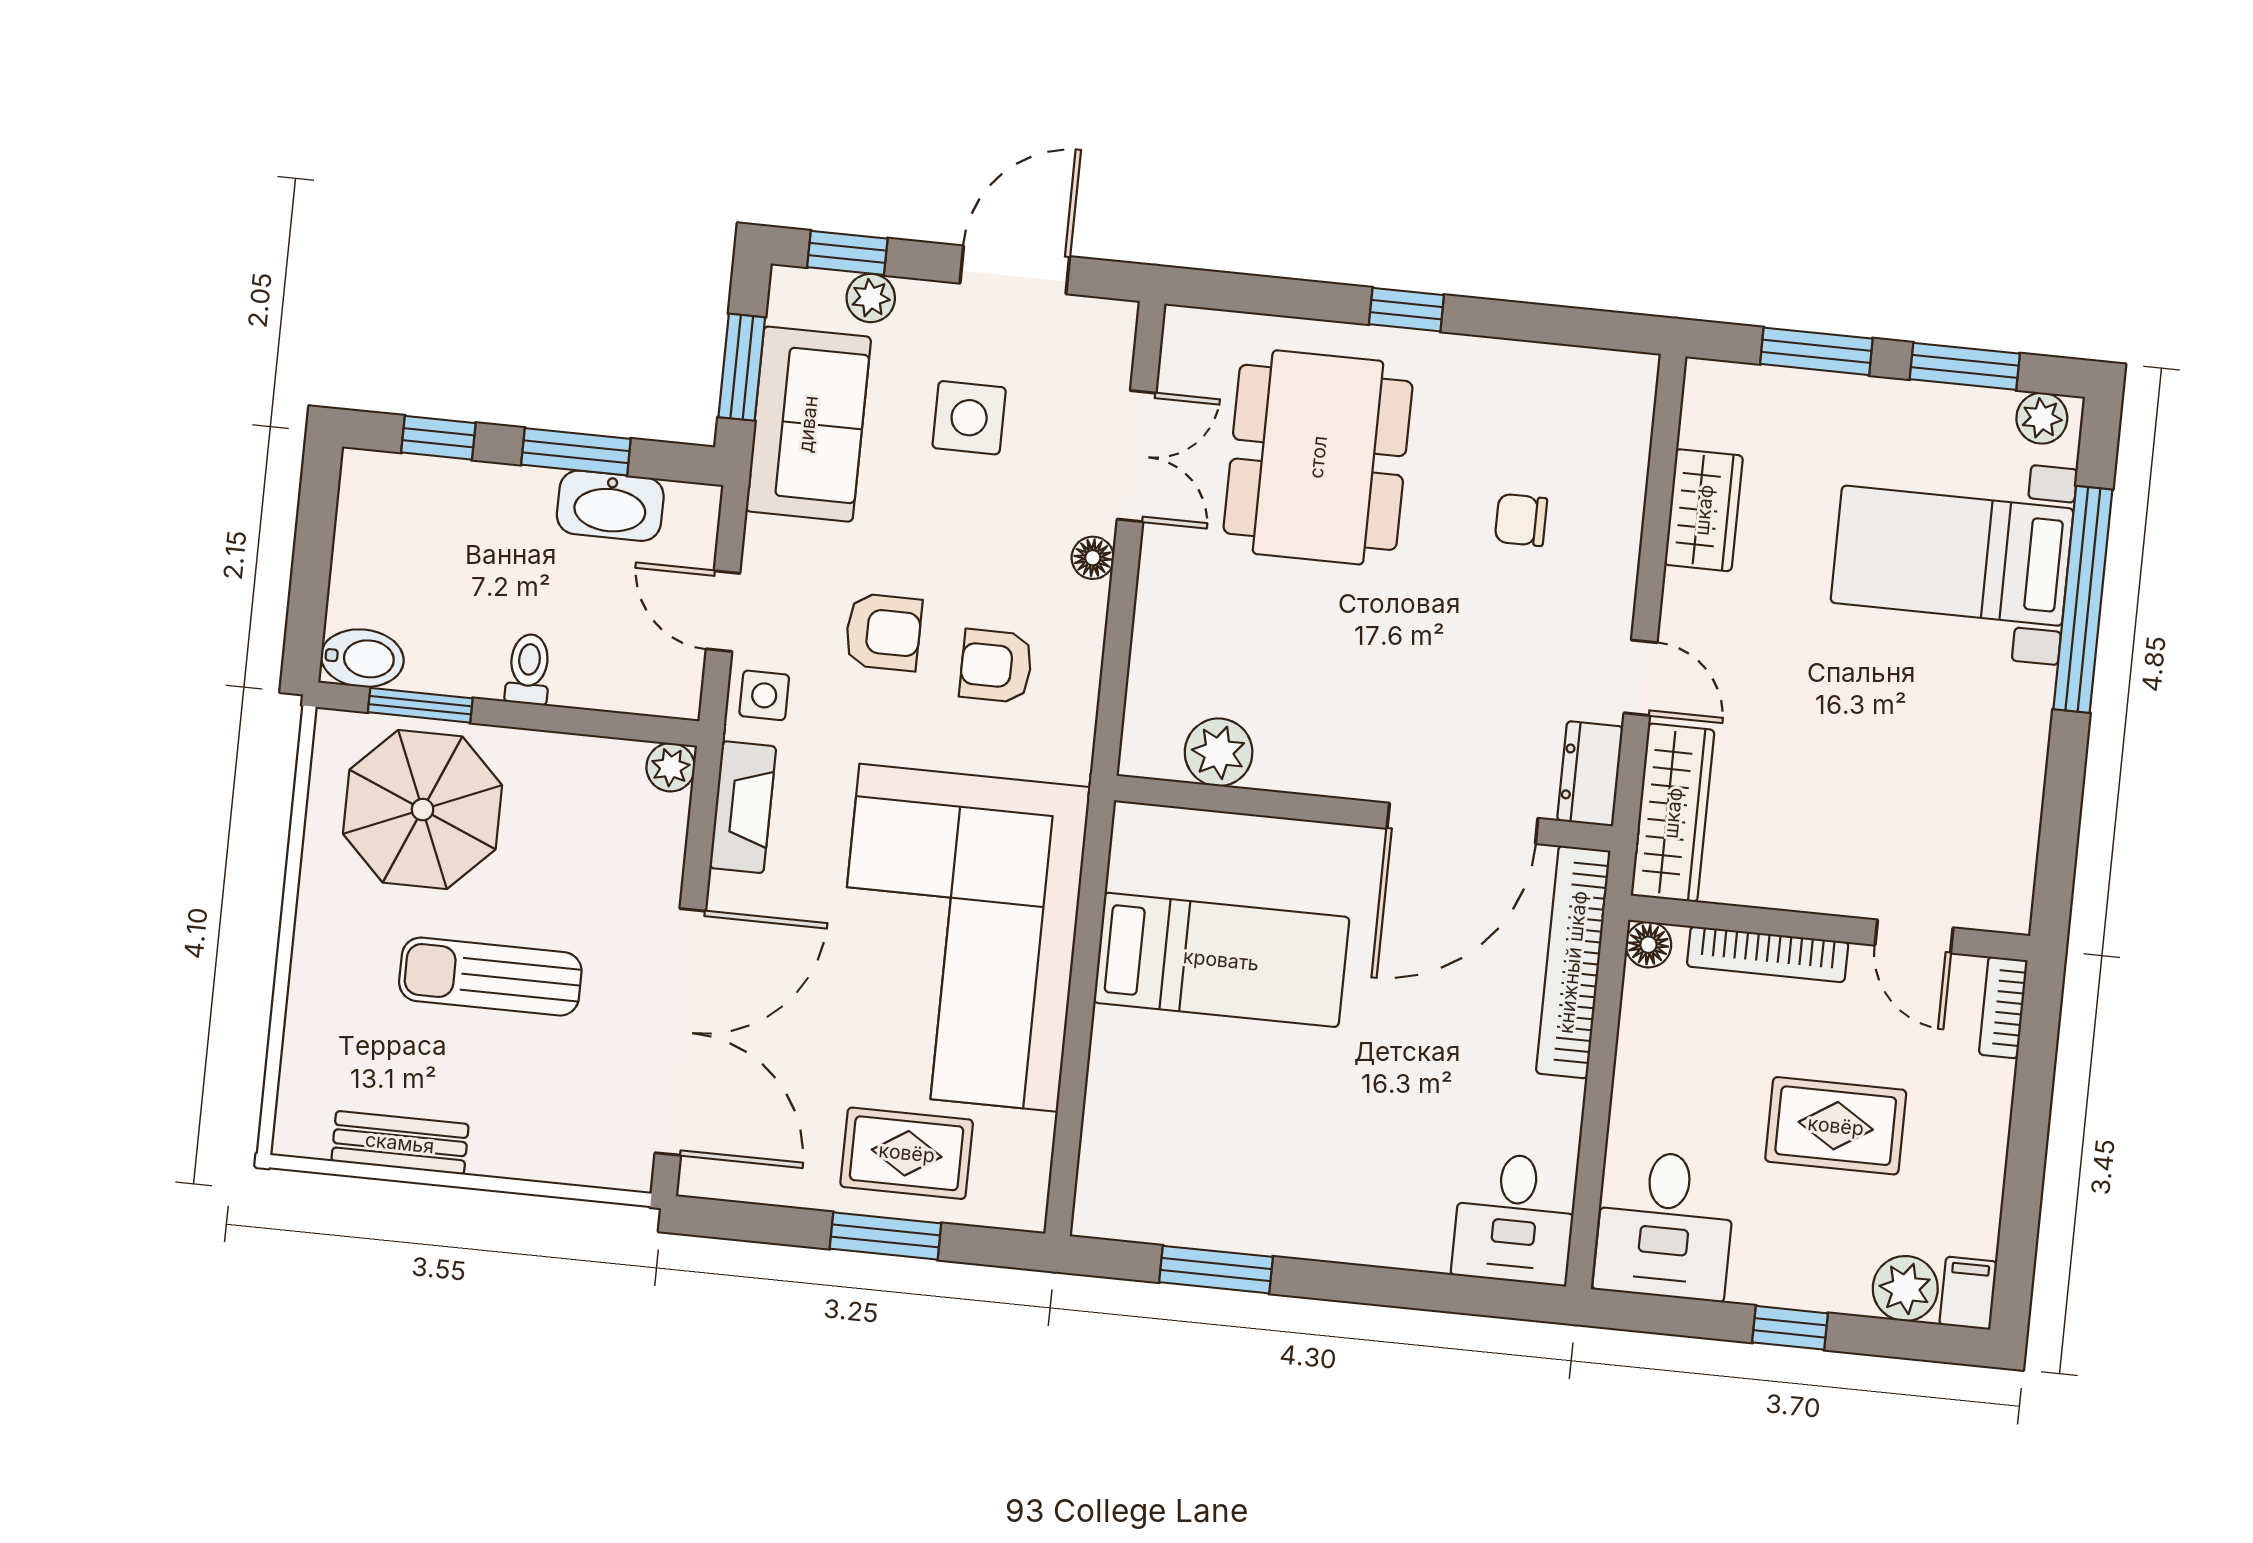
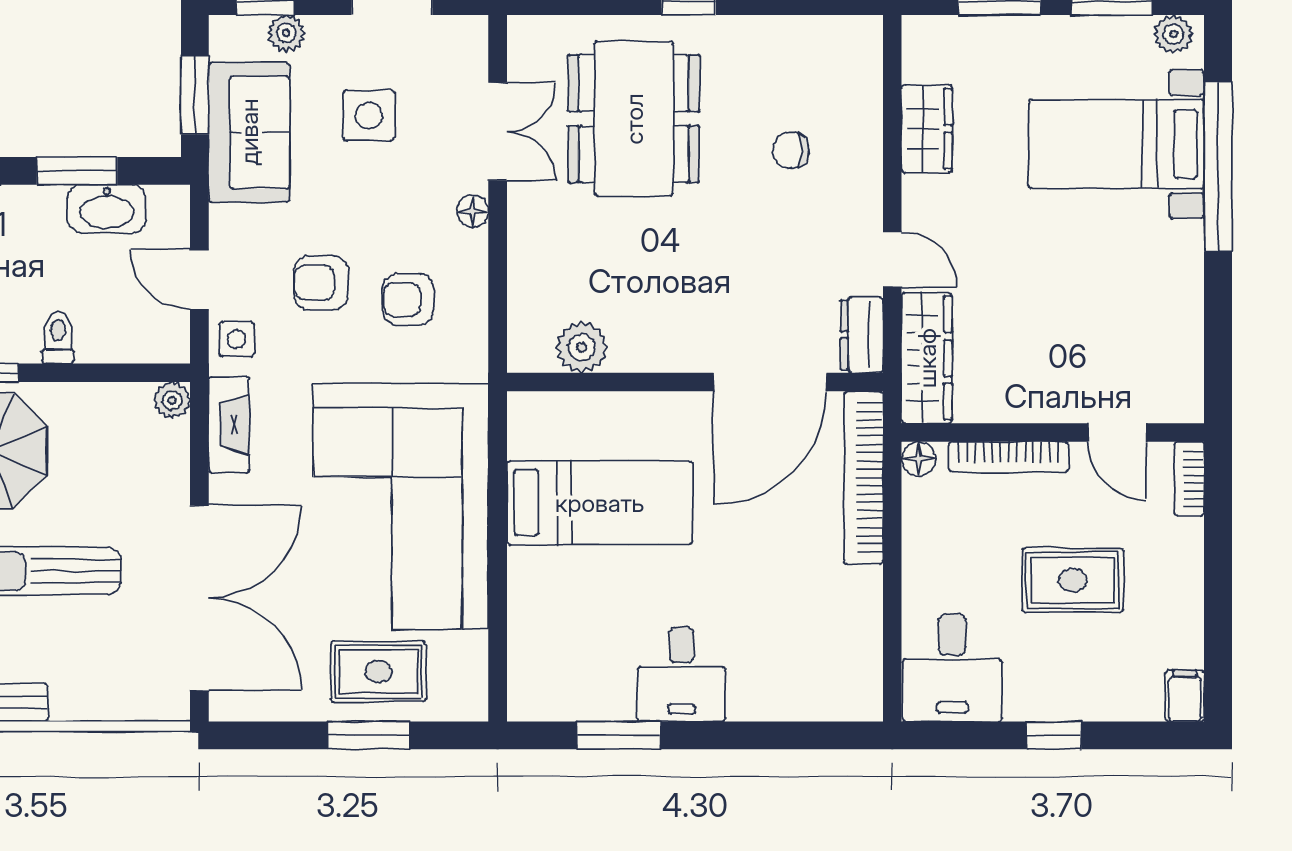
armchair: (883, 632) -> (321, 283), turned 180
desk: (1515, 1218) -> (681, 674), moved
plant: (1905, 1288) -> (1137, 697), removed

